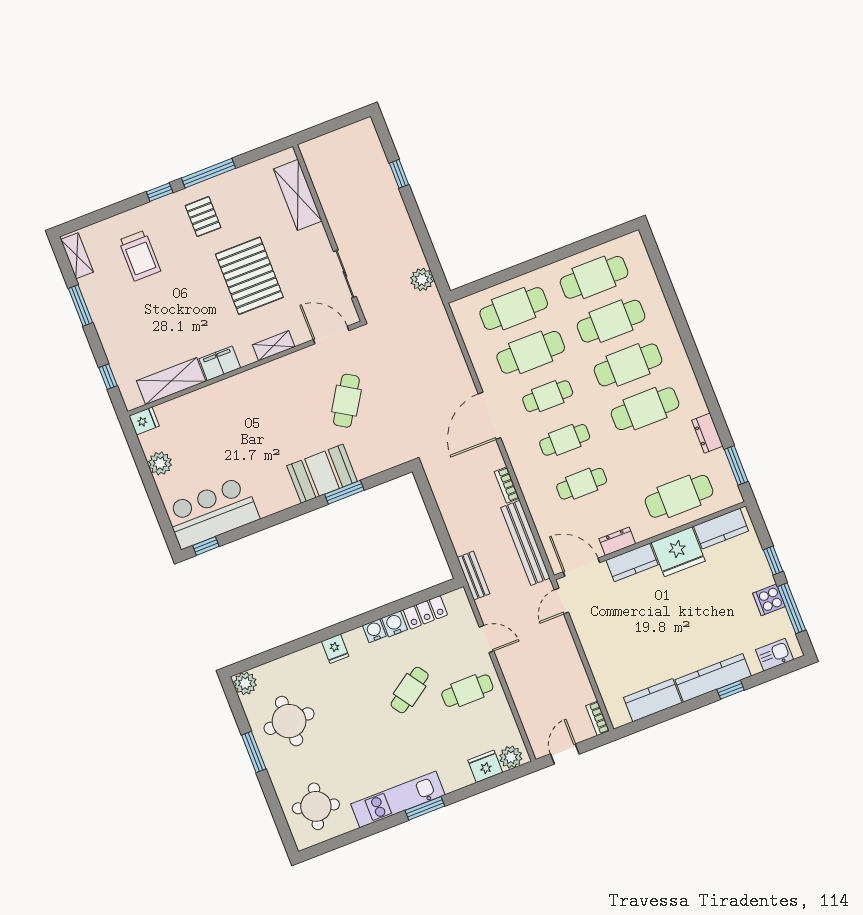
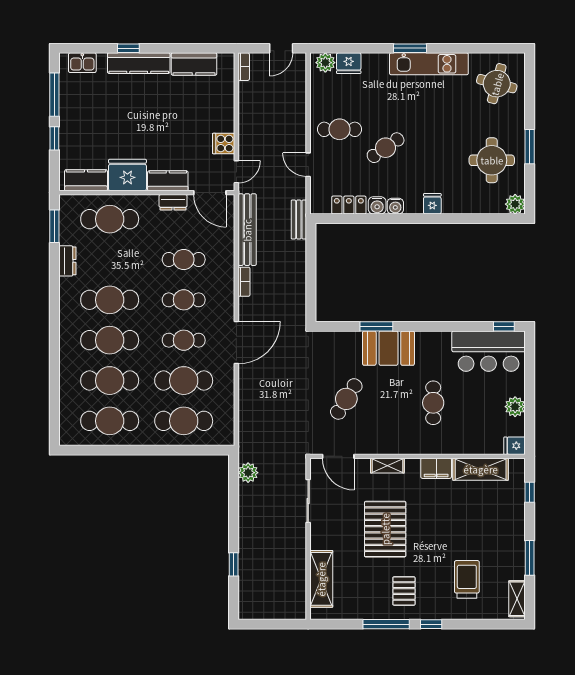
cafe table: (250, 433) -> (433, 403), added
cooker: (769, 600) -> (224, 144), moved, turned 180

